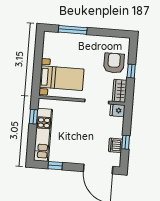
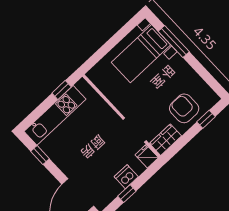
armchair: (114, 63) -> (184, 108), turned -90
window: (131, 71) -> (206, 119), moved
bed with nightstands: (62, 78) -> (141, 54), moved, turned 90
dishwasher: (115, 145) -> (126, 177), moved

